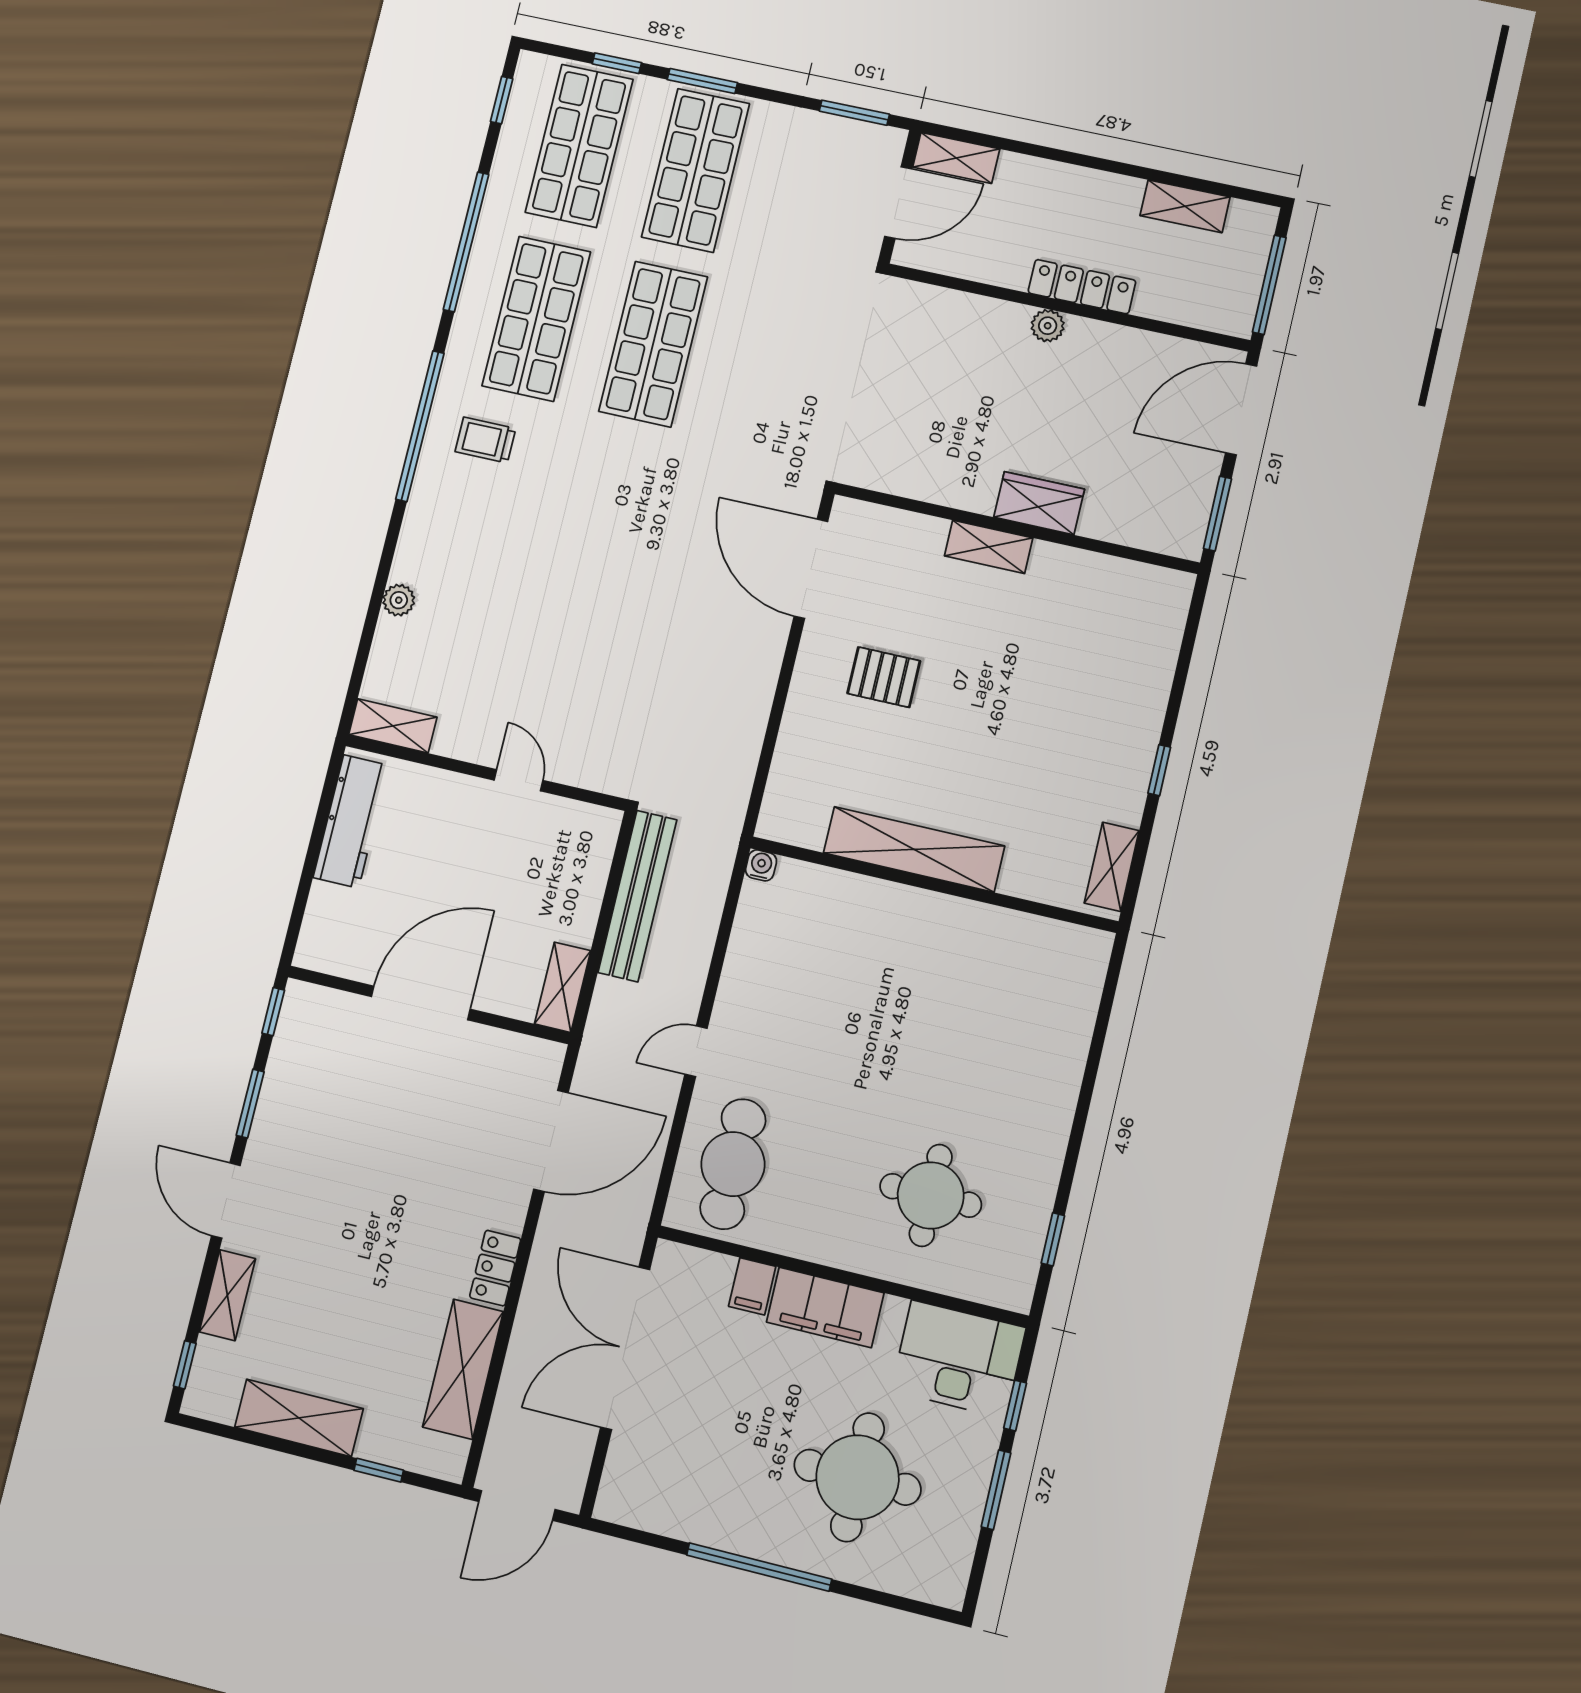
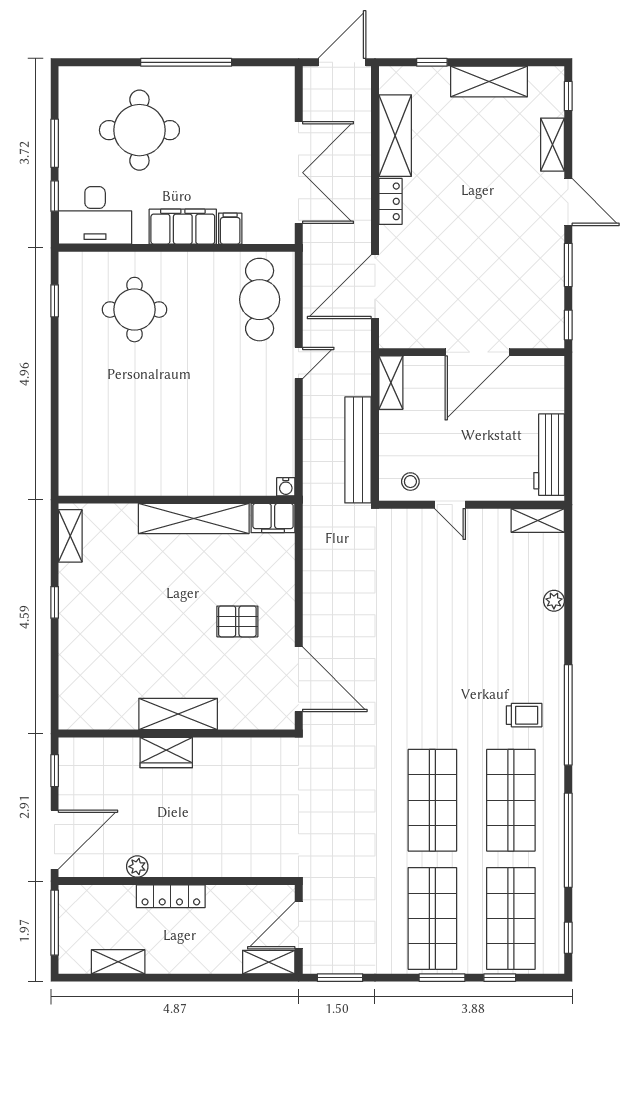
plant: (1048, 326) -> (137, 867), moved
window: (1217, 514) -> (55, 771), width x0.67
shelving: (989, 547) -> (178, 714), width x1.50, depth x1.33
filing cabinet: (792, 822) -> (273, 518), added
stool: (570, 829) -> (410, 482), added

